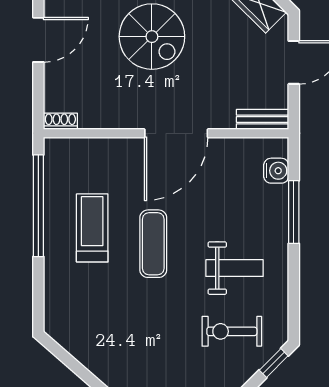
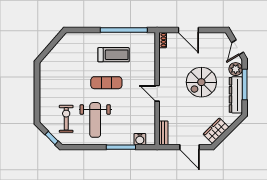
door: (38, 40) -> (188, 30), moved
door: (176, 133) -> (157, 93), width x0.53
weight bench: (234, 268) -> (95, 120), width x1.36, depth x1.33

